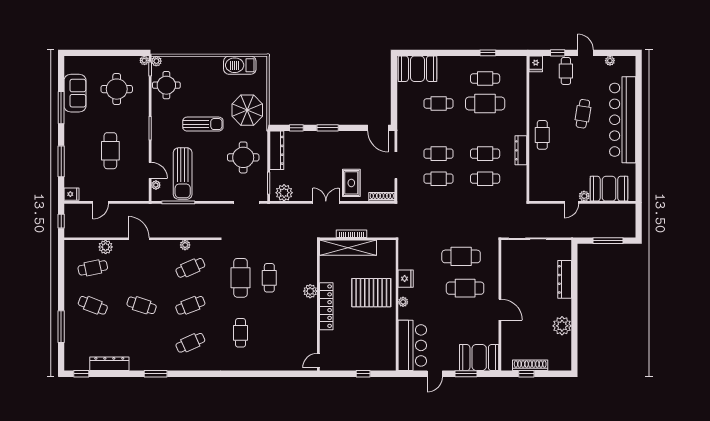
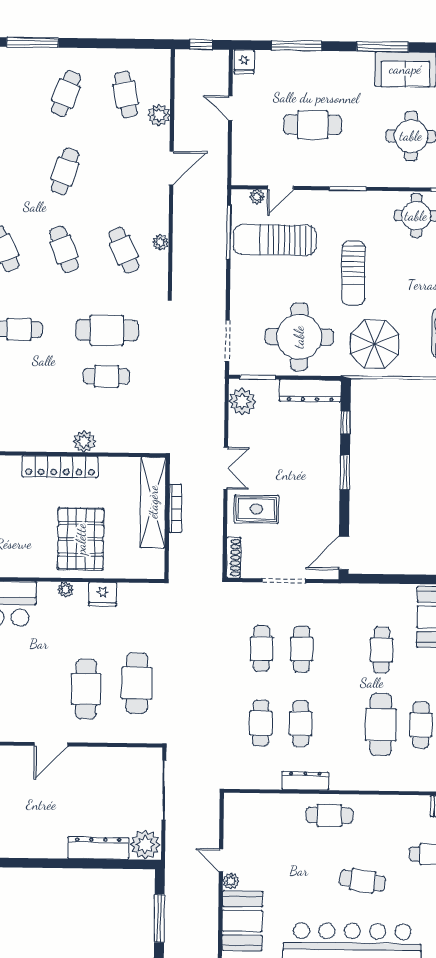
round table: (243, 157) -> (299, 337), width x1.36, depth x1.36
plant: (562, 326) -> (145, 845), moved

